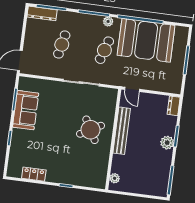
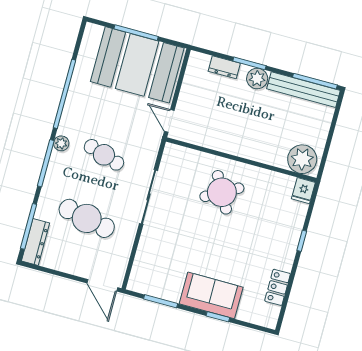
booth: (146, 40) -> (137, 65), moved, turned 90
cafe table: (62, 45) -> (87, 218), width x1.37, depth x1.35
door: (132, 89) -> (169, 121), swing flipped
dresser: (174, 106) -> (224, 67), moved
sofa: (26, 110) -> (211, 295), moved
bench: (122, 131) -> (303, 90), moved
plant: (115, 178) -> (302, 159), width x1.87, depth x1.87
fridge: (99, 182) -> (303, 191), added

